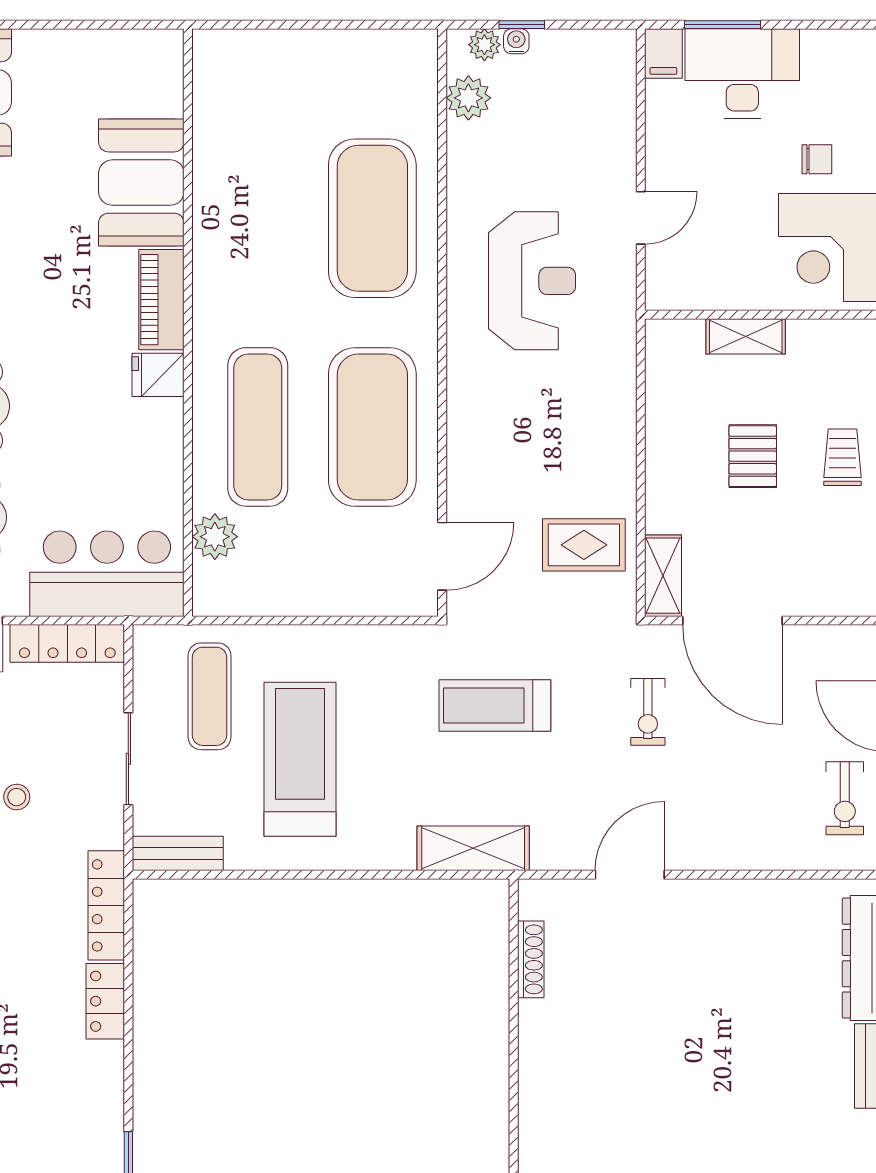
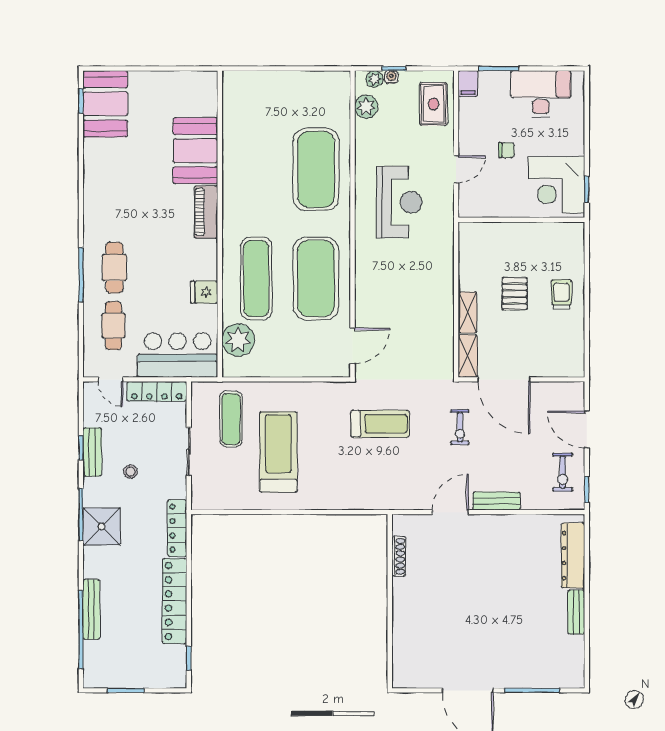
desk: (742, 74) -> (541, 94), moved
chair: (817, 159) -> (506, 150), moved
shelving: (746, 336) -> (467, 312), moved, turned 90
fridge: (158, 375) -> (204, 292), moved
plant: (215, 537) -> (238, 340), width x1.36, depth x1.36
rug: (584, 545) -> (434, 104), moved, turned 90
treadmill: (495, 705) -> (380, 424), turned 180
shelving: (473, 848) -> (369, 498), removed
bench: (178, 853) -> (497, 501), moved
locker: (105, 1001) -> (175, 601), width x2.16, depth x1.21

